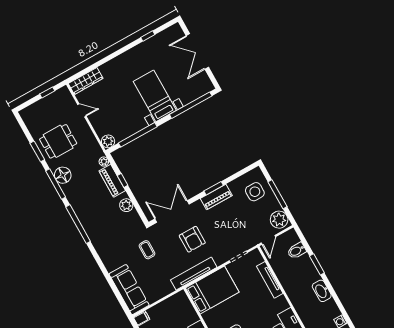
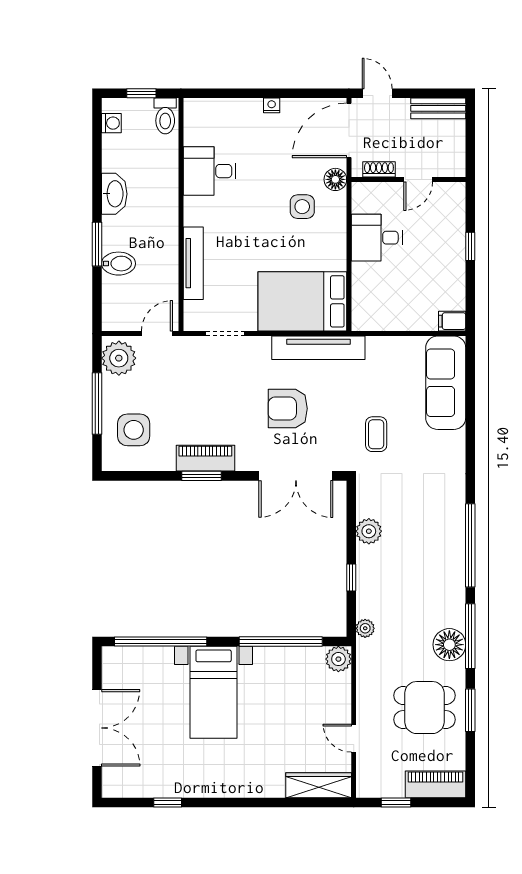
piano: (112, 181) -> (435, 784), moved, turned -90
armchair: (192, 239) -> (288, 409), turned -90
bidet: (297, 251) -> (119, 264), moved

